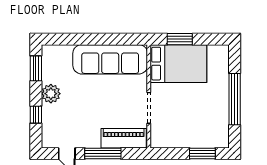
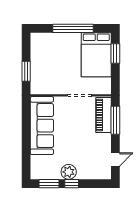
bed: (178, 64) -> (96, 55), moved, turned 180
window: (36, 115) -> (72, 184), moved
window: (103, 153) -> (115, 120), moved

